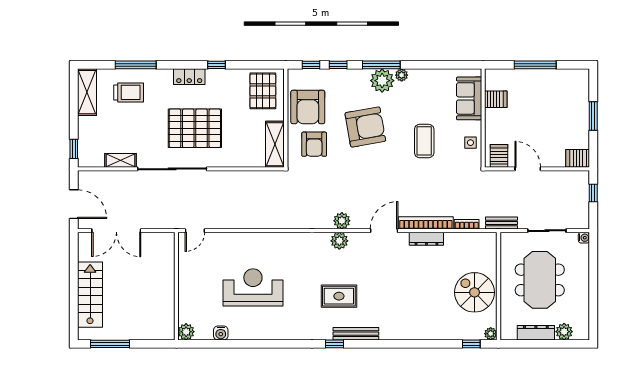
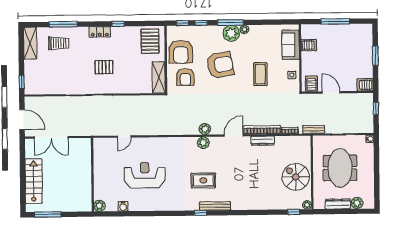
pallet: (195, 128) -> (104, 67), width x0.49, depth x0.50
shelving: (121, 160) -> (54, 89), removed
door: (195, 231) -> (124, 137), moved

